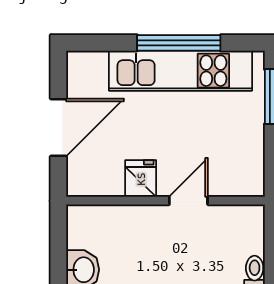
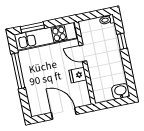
kitchen unit: (180, 71) -> (45, 37), moved, turned 90

